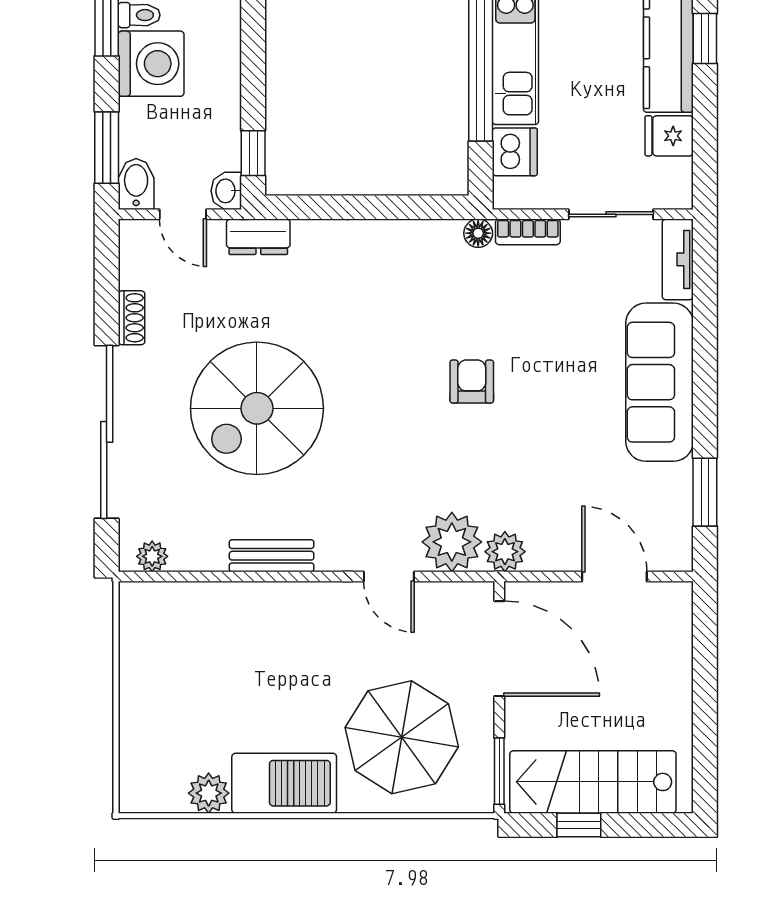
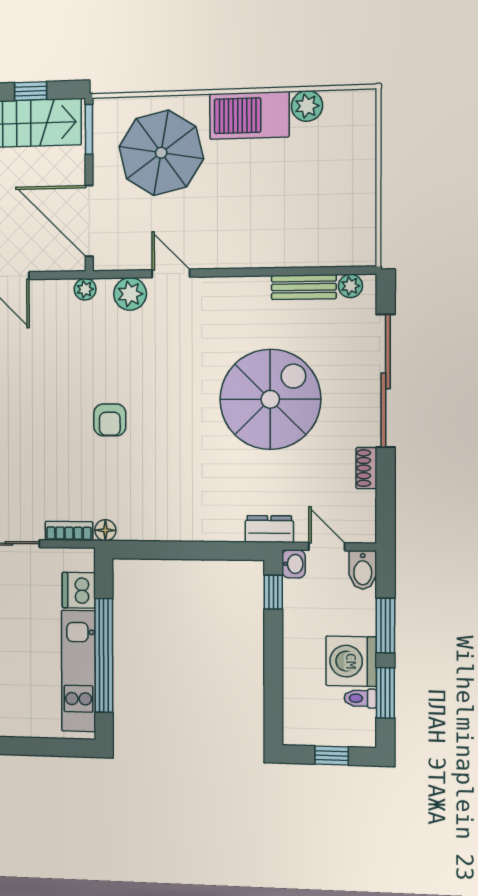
window: (107, 148) -> (385, 626), moved
plant: (452, 542) -> (130, 294), width x0.73, depth x0.73
plant: (505, 552) -> (85, 289), width x0.73, depth x0.73
bench: (272, 556) -> (304, 287), moved

